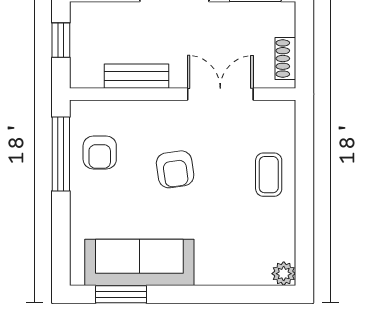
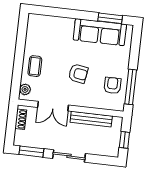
bench: (136, 76) -> (91, 119), width x1.36
armchair: (175, 169) -> (78, 74), turned 107
plant: (284, 274) -> (25, 89), moved

